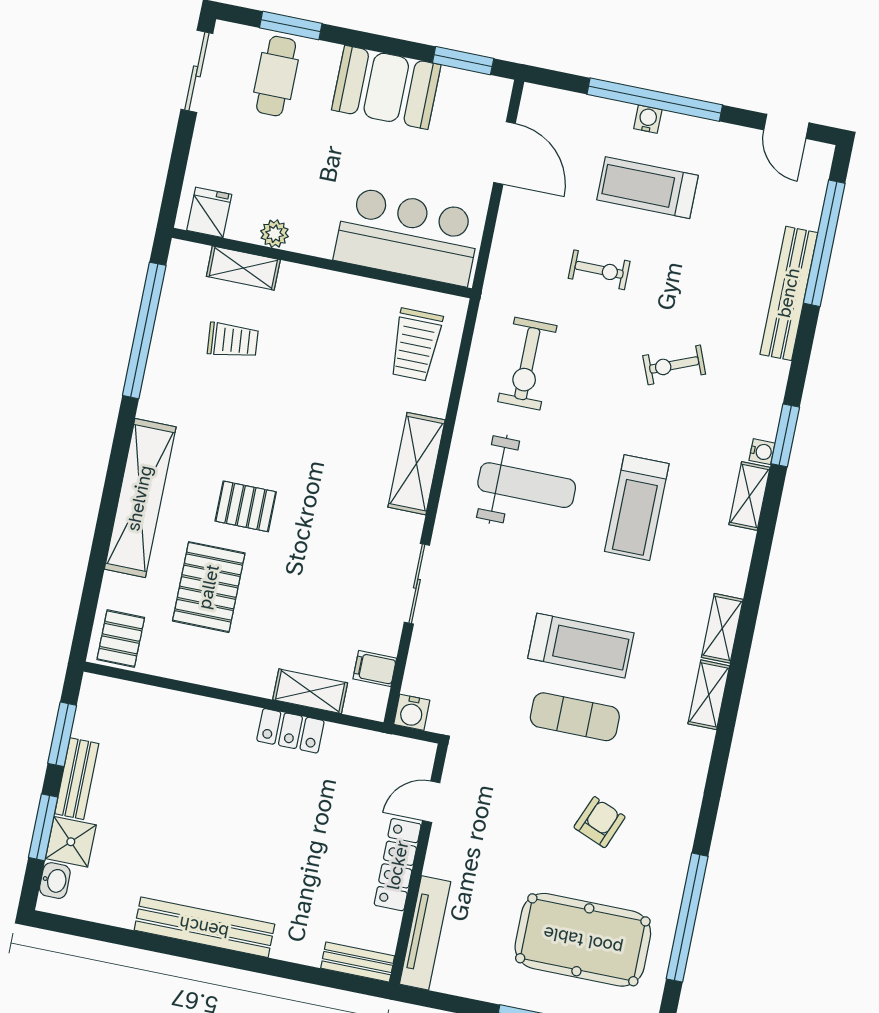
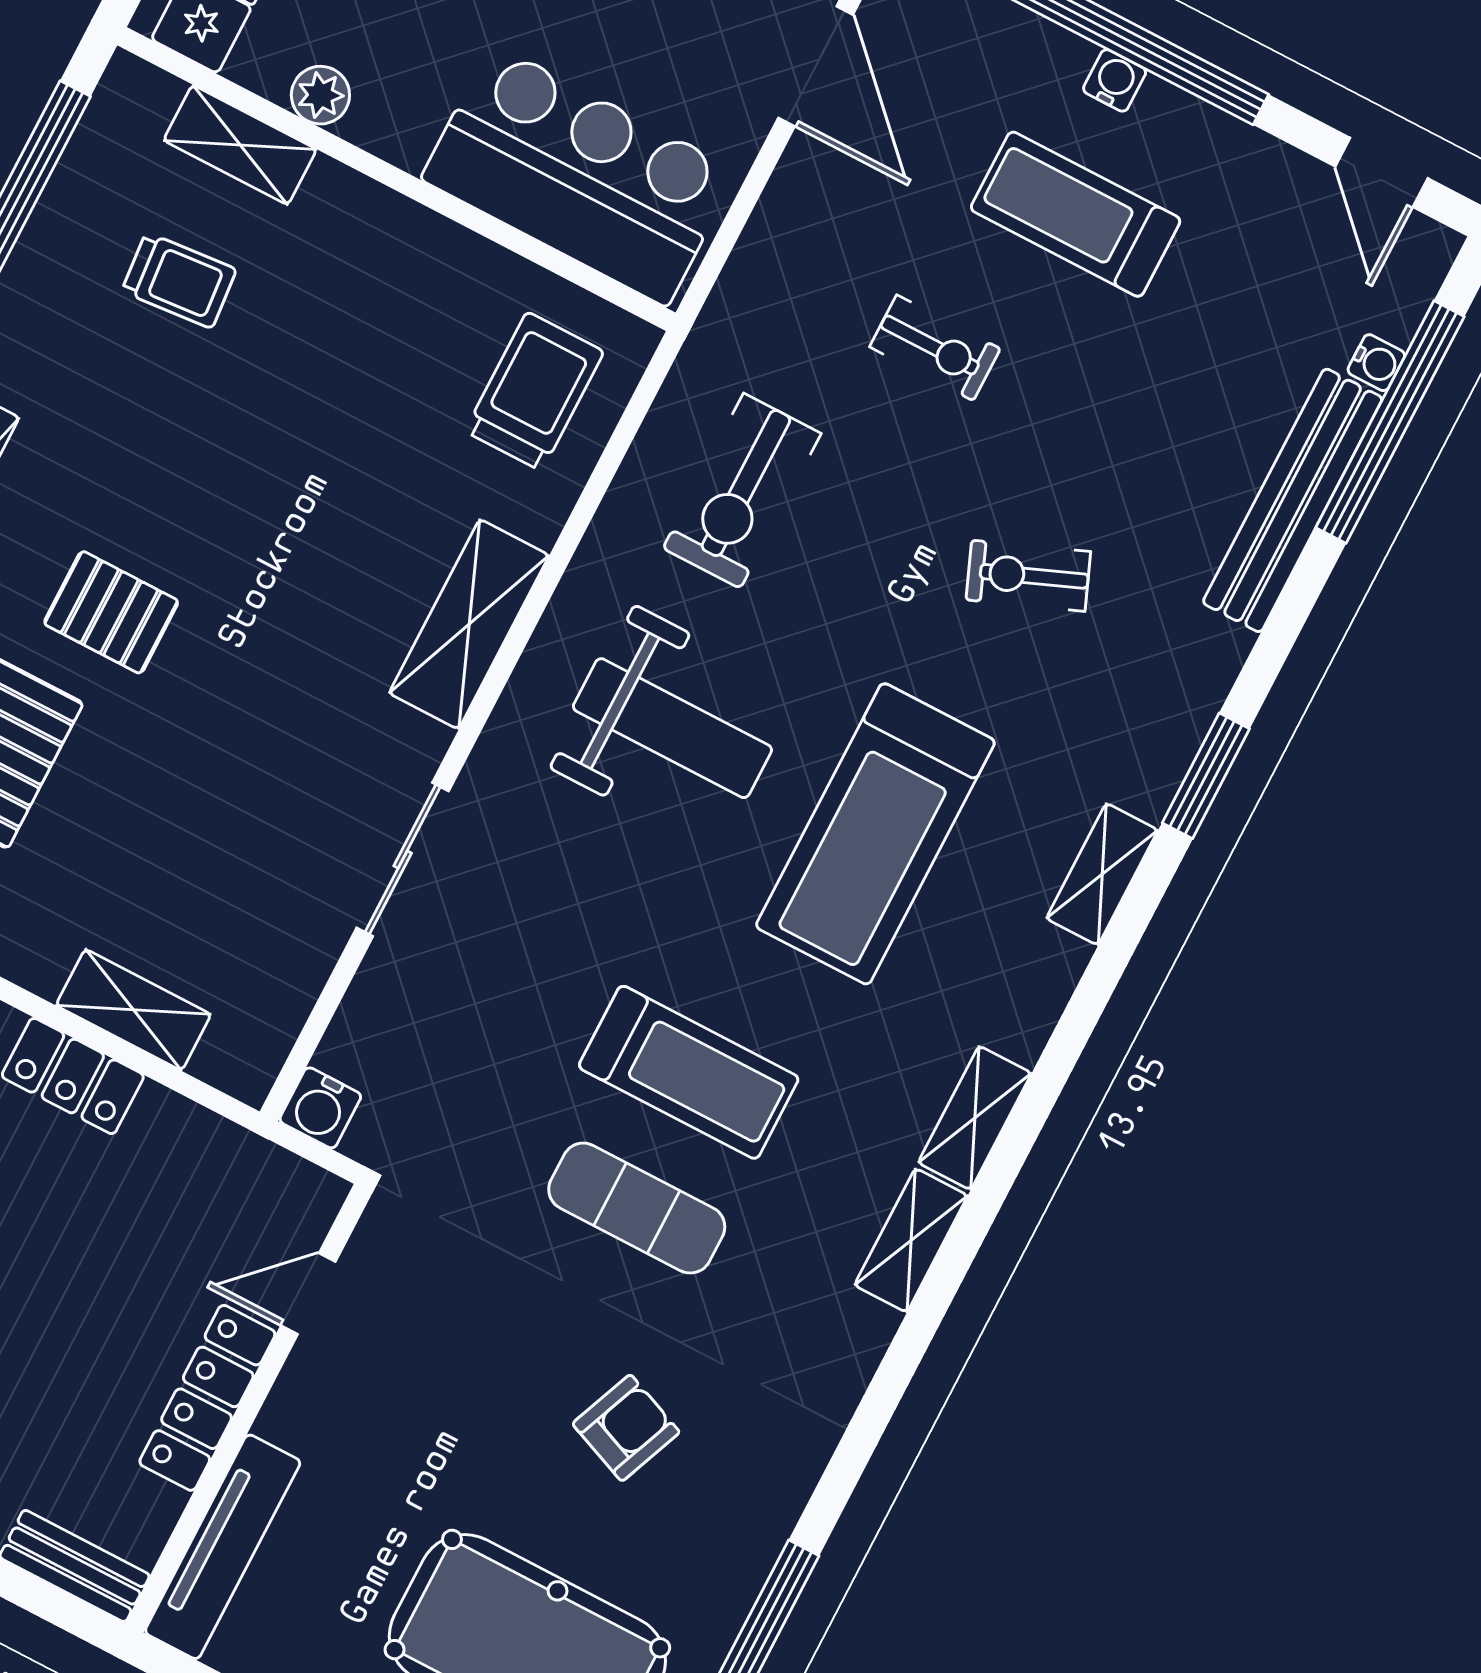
trolley: (416, 345) -> (534, 391), turned 180
water cooler: (762, 452) -> (1376, 363), moved
treadmill: (637, 508) -> (875, 834), width x1.37, depth x1.37
filing cabinet: (375, 669) -> (273, 1002), removed

